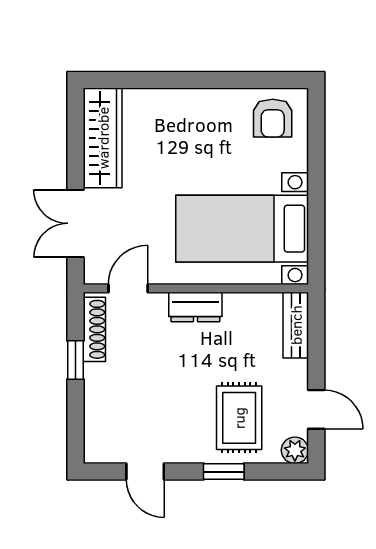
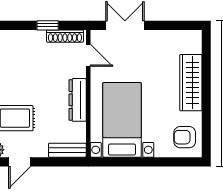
wardrobe: (103, 138) -> (191, 83), moved, turned 90
dresser: (195, 307) -> (78, 100), width x1.44

